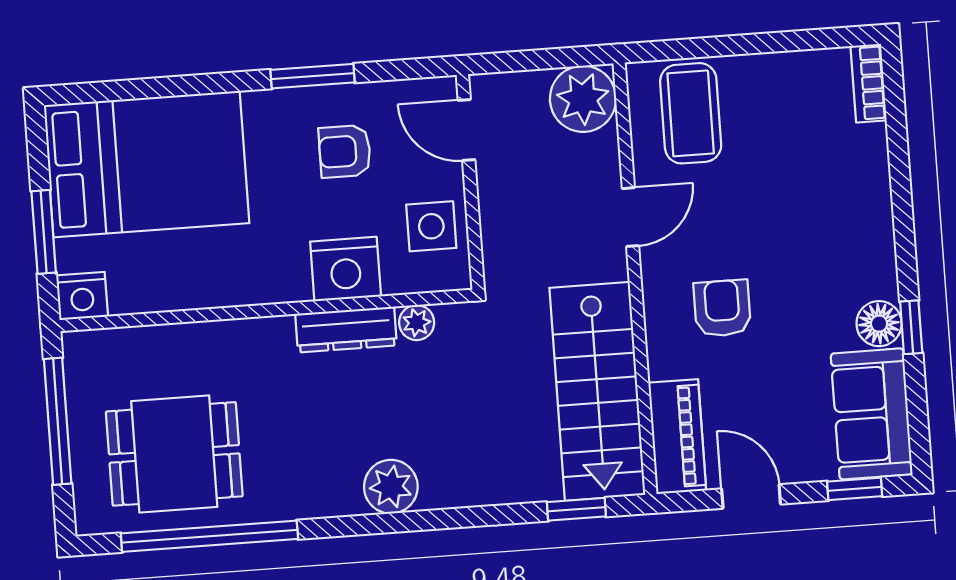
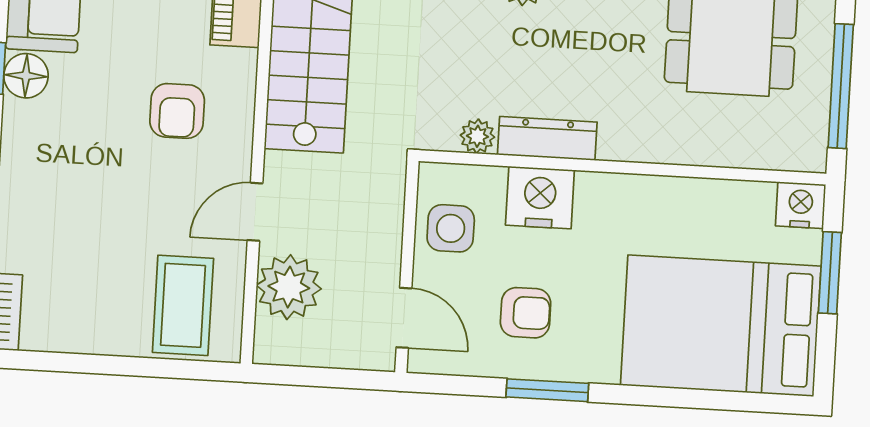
plant: (583, 99) -> (289, 287), moved

